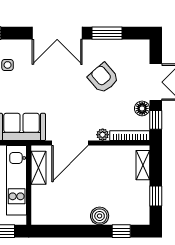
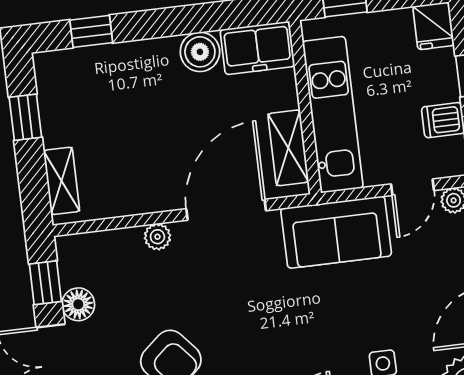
bookcase: (130, 136) -> (98, 242), removed
freezer: (47, 215) -> (257, 48), added
boiler: (100, 216) -> (200, 52), moved

